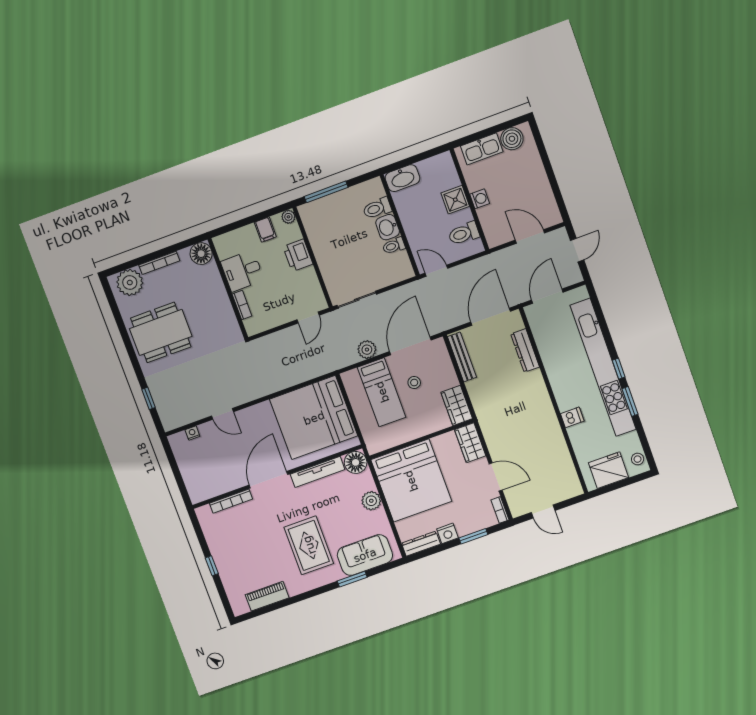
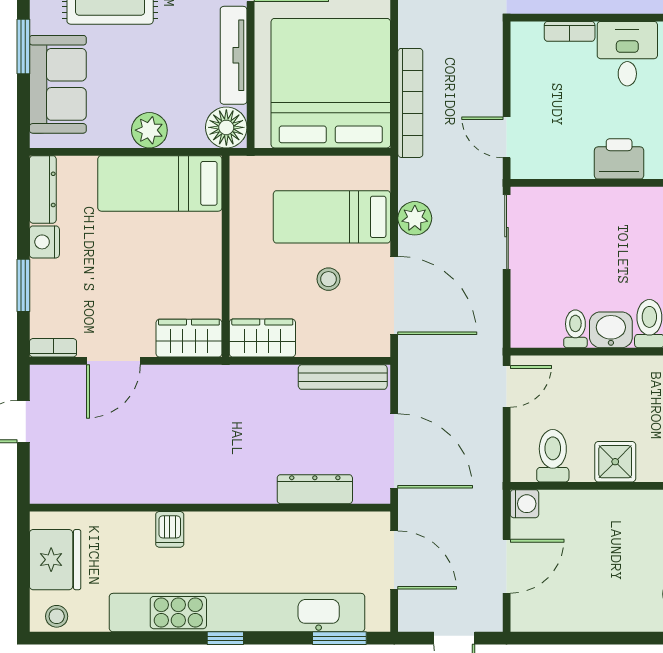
washing machine: (480, 199) -> (524, 504), moved, turned -90
bookcase: (309, 373) -> (410, 103), added
window: (630, 401) -> (339, 638), moved
bed: (411, 481) -> (160, 183), width x0.49

